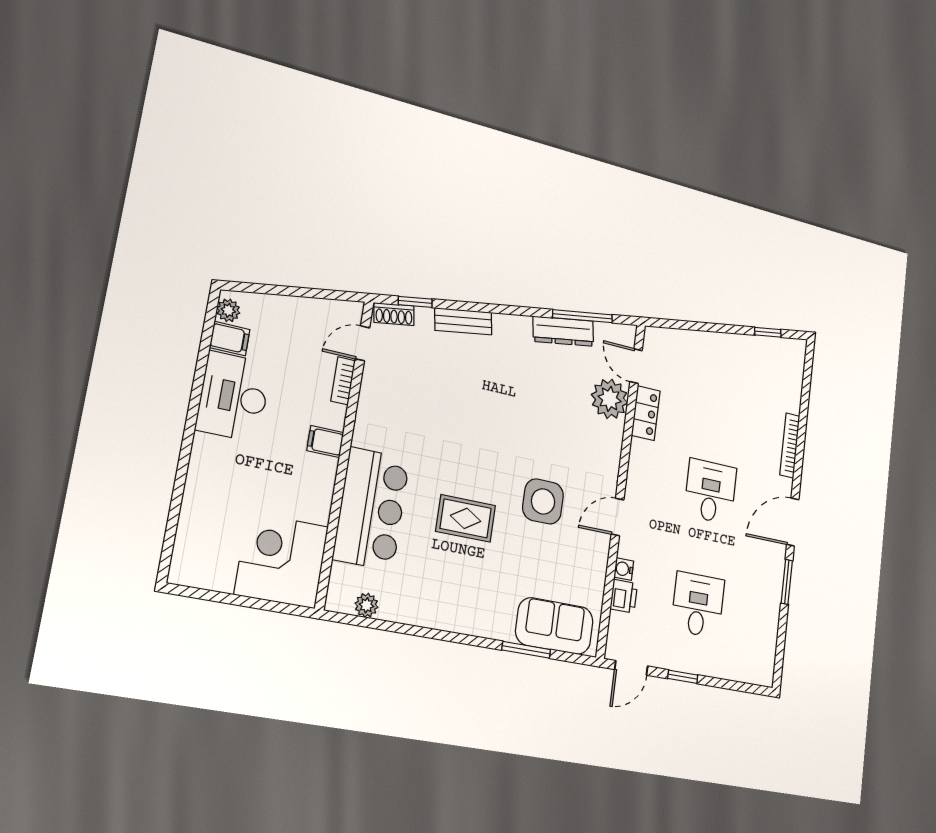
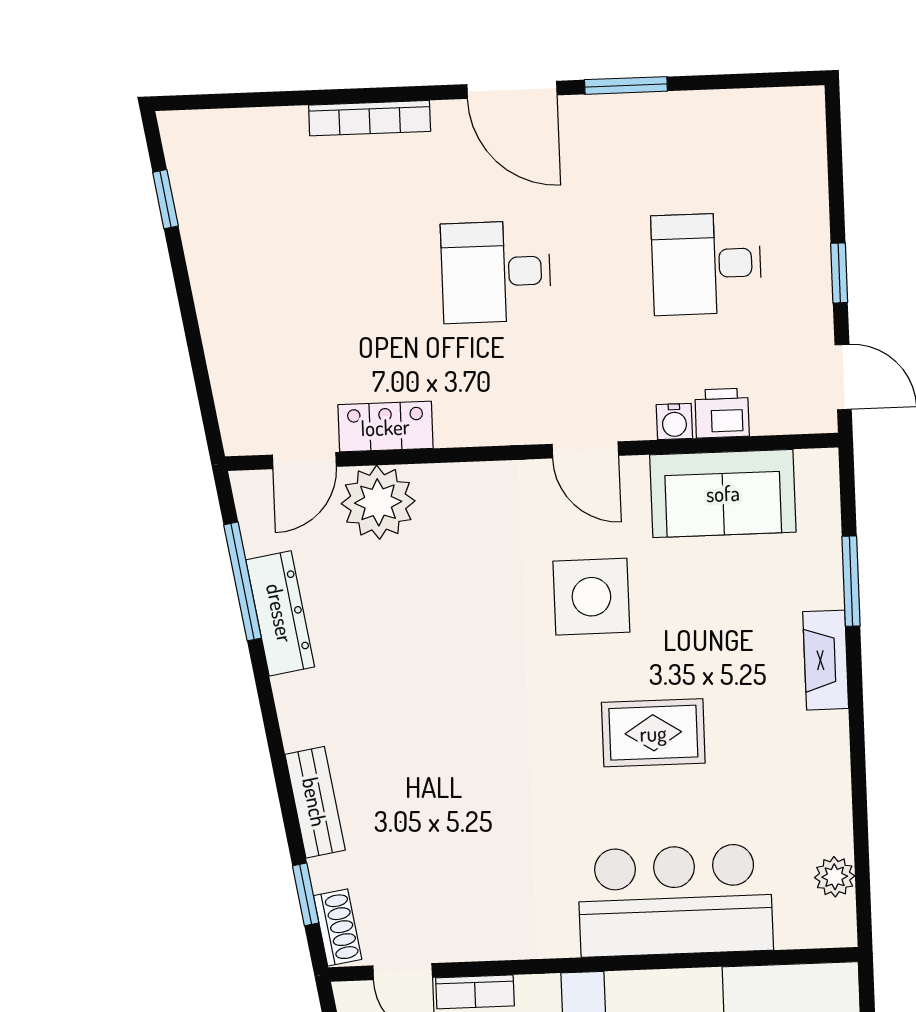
rug: (466, 518) -> (653, 733), turned 90
fireplace: (487, 626) -> (826, 660), added
sofa: (554, 626) -> (723, 493), moved, turned -90

